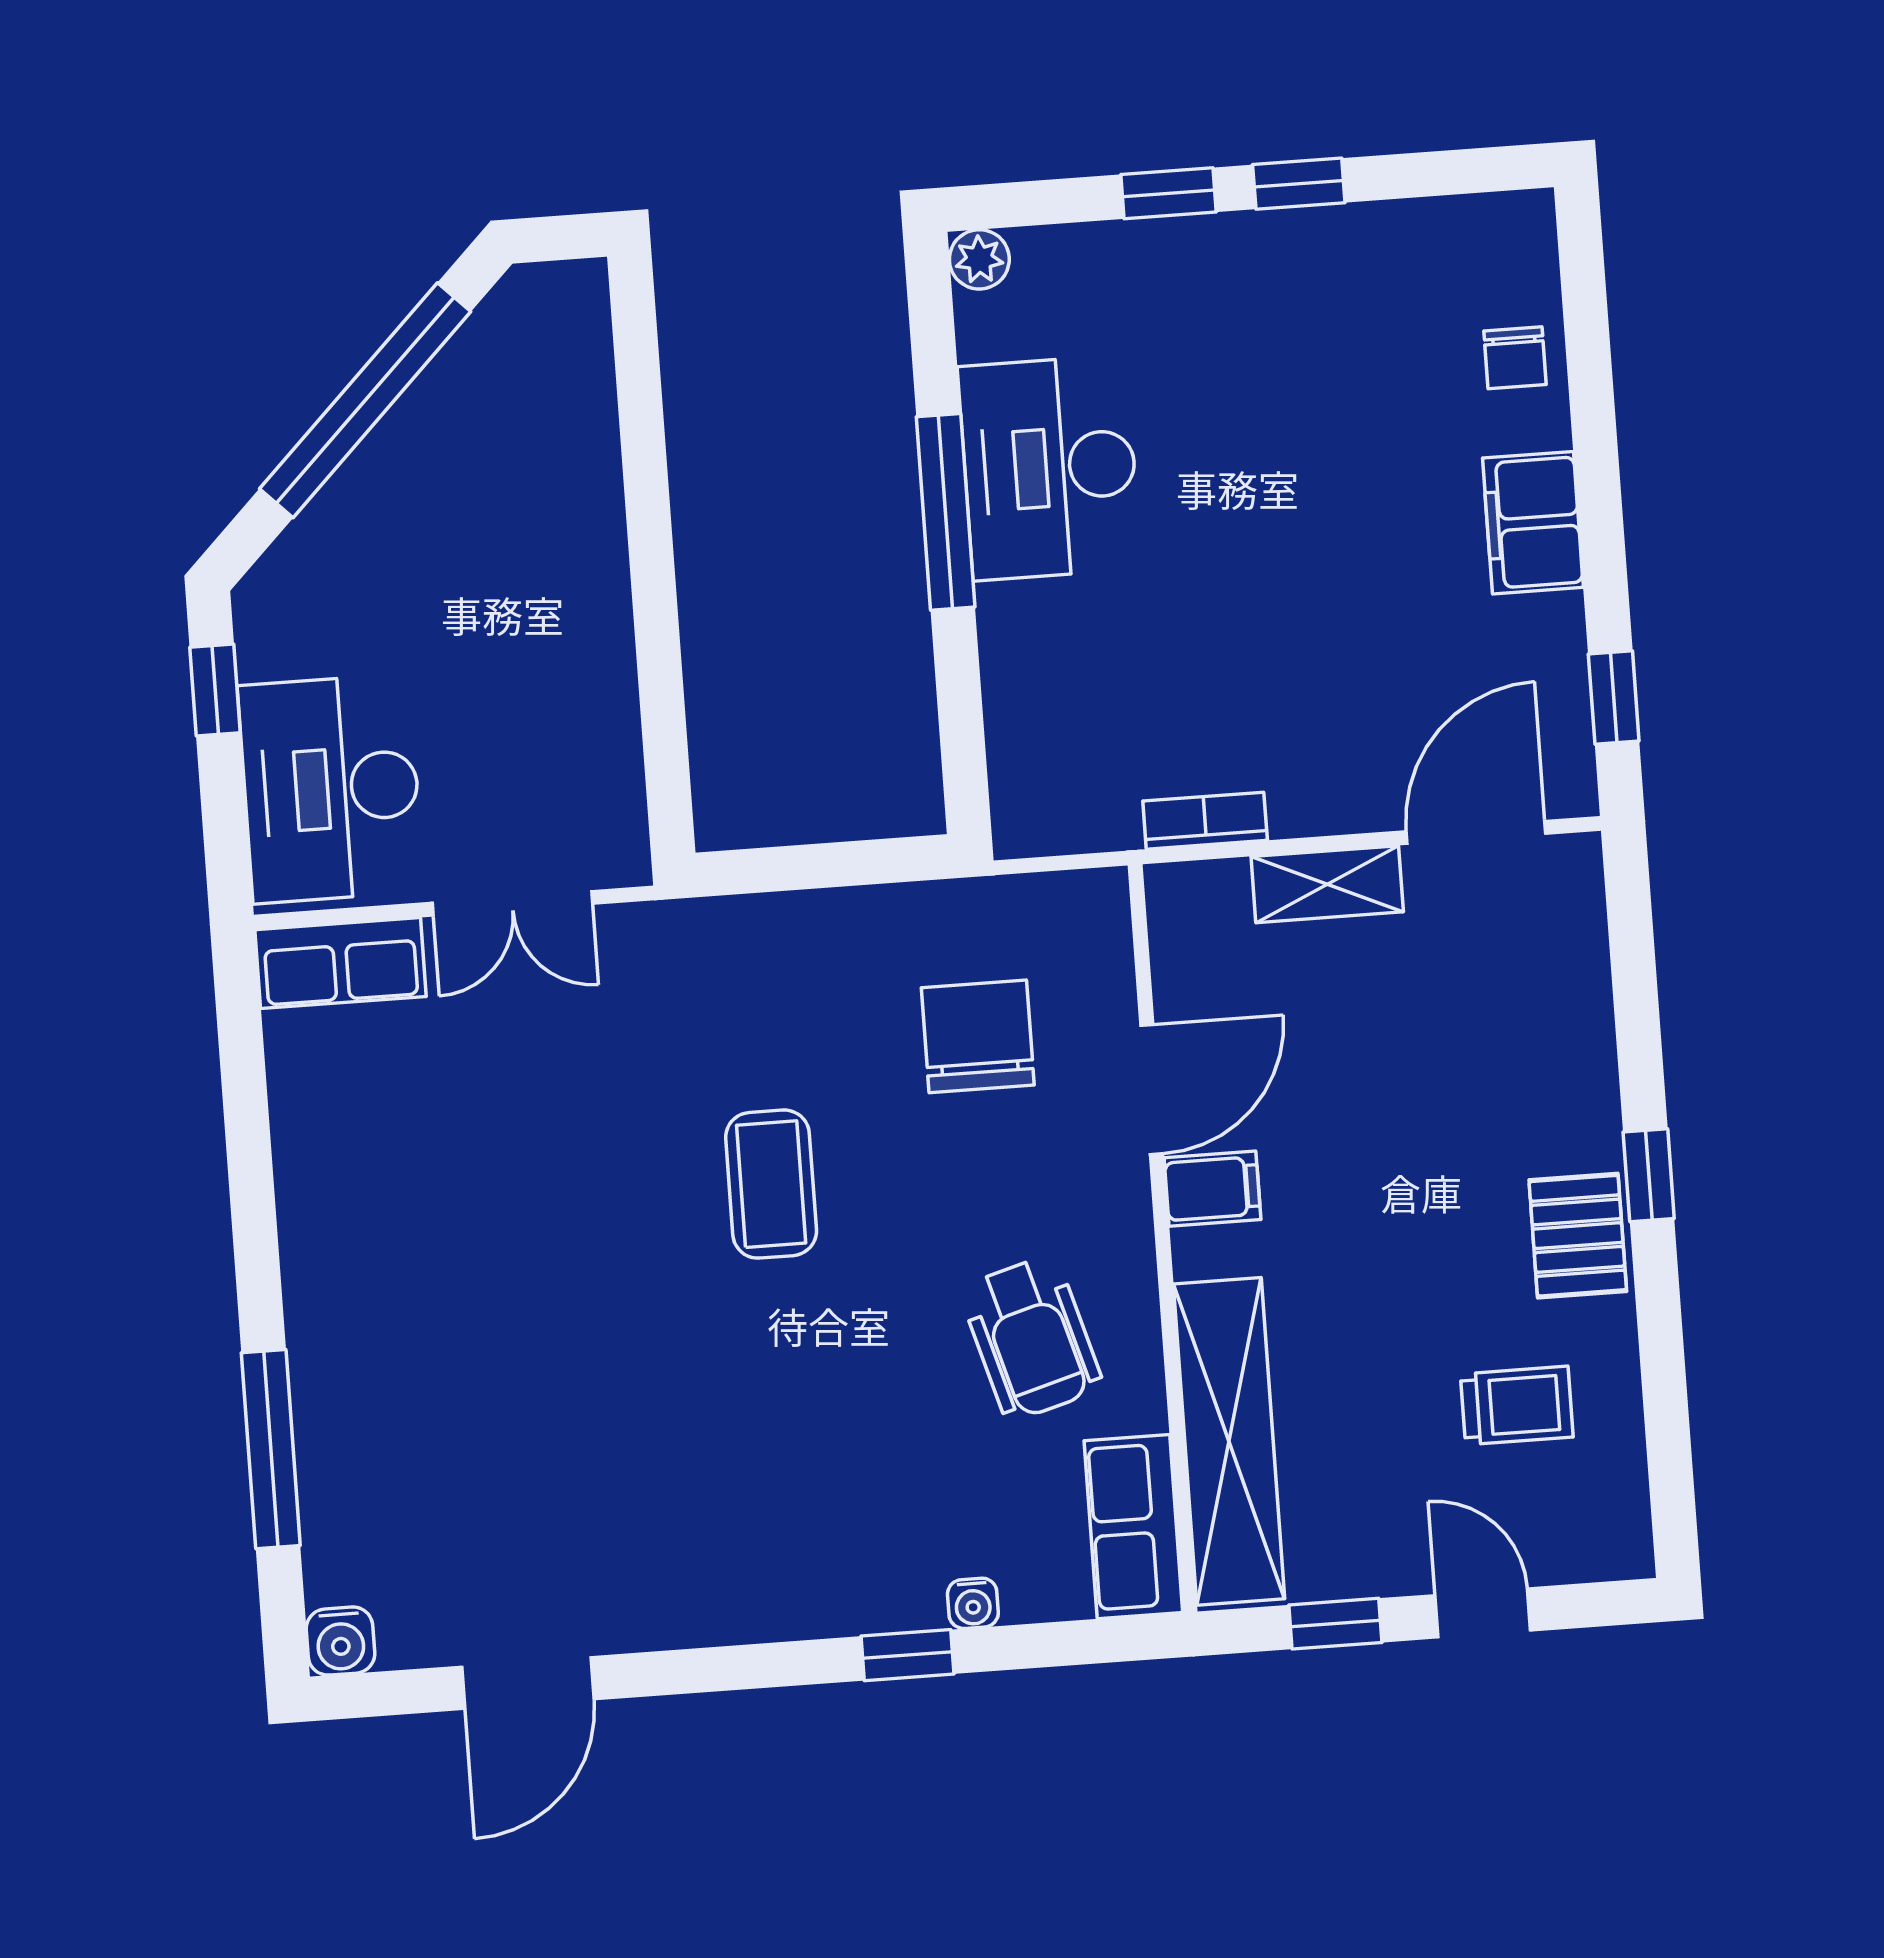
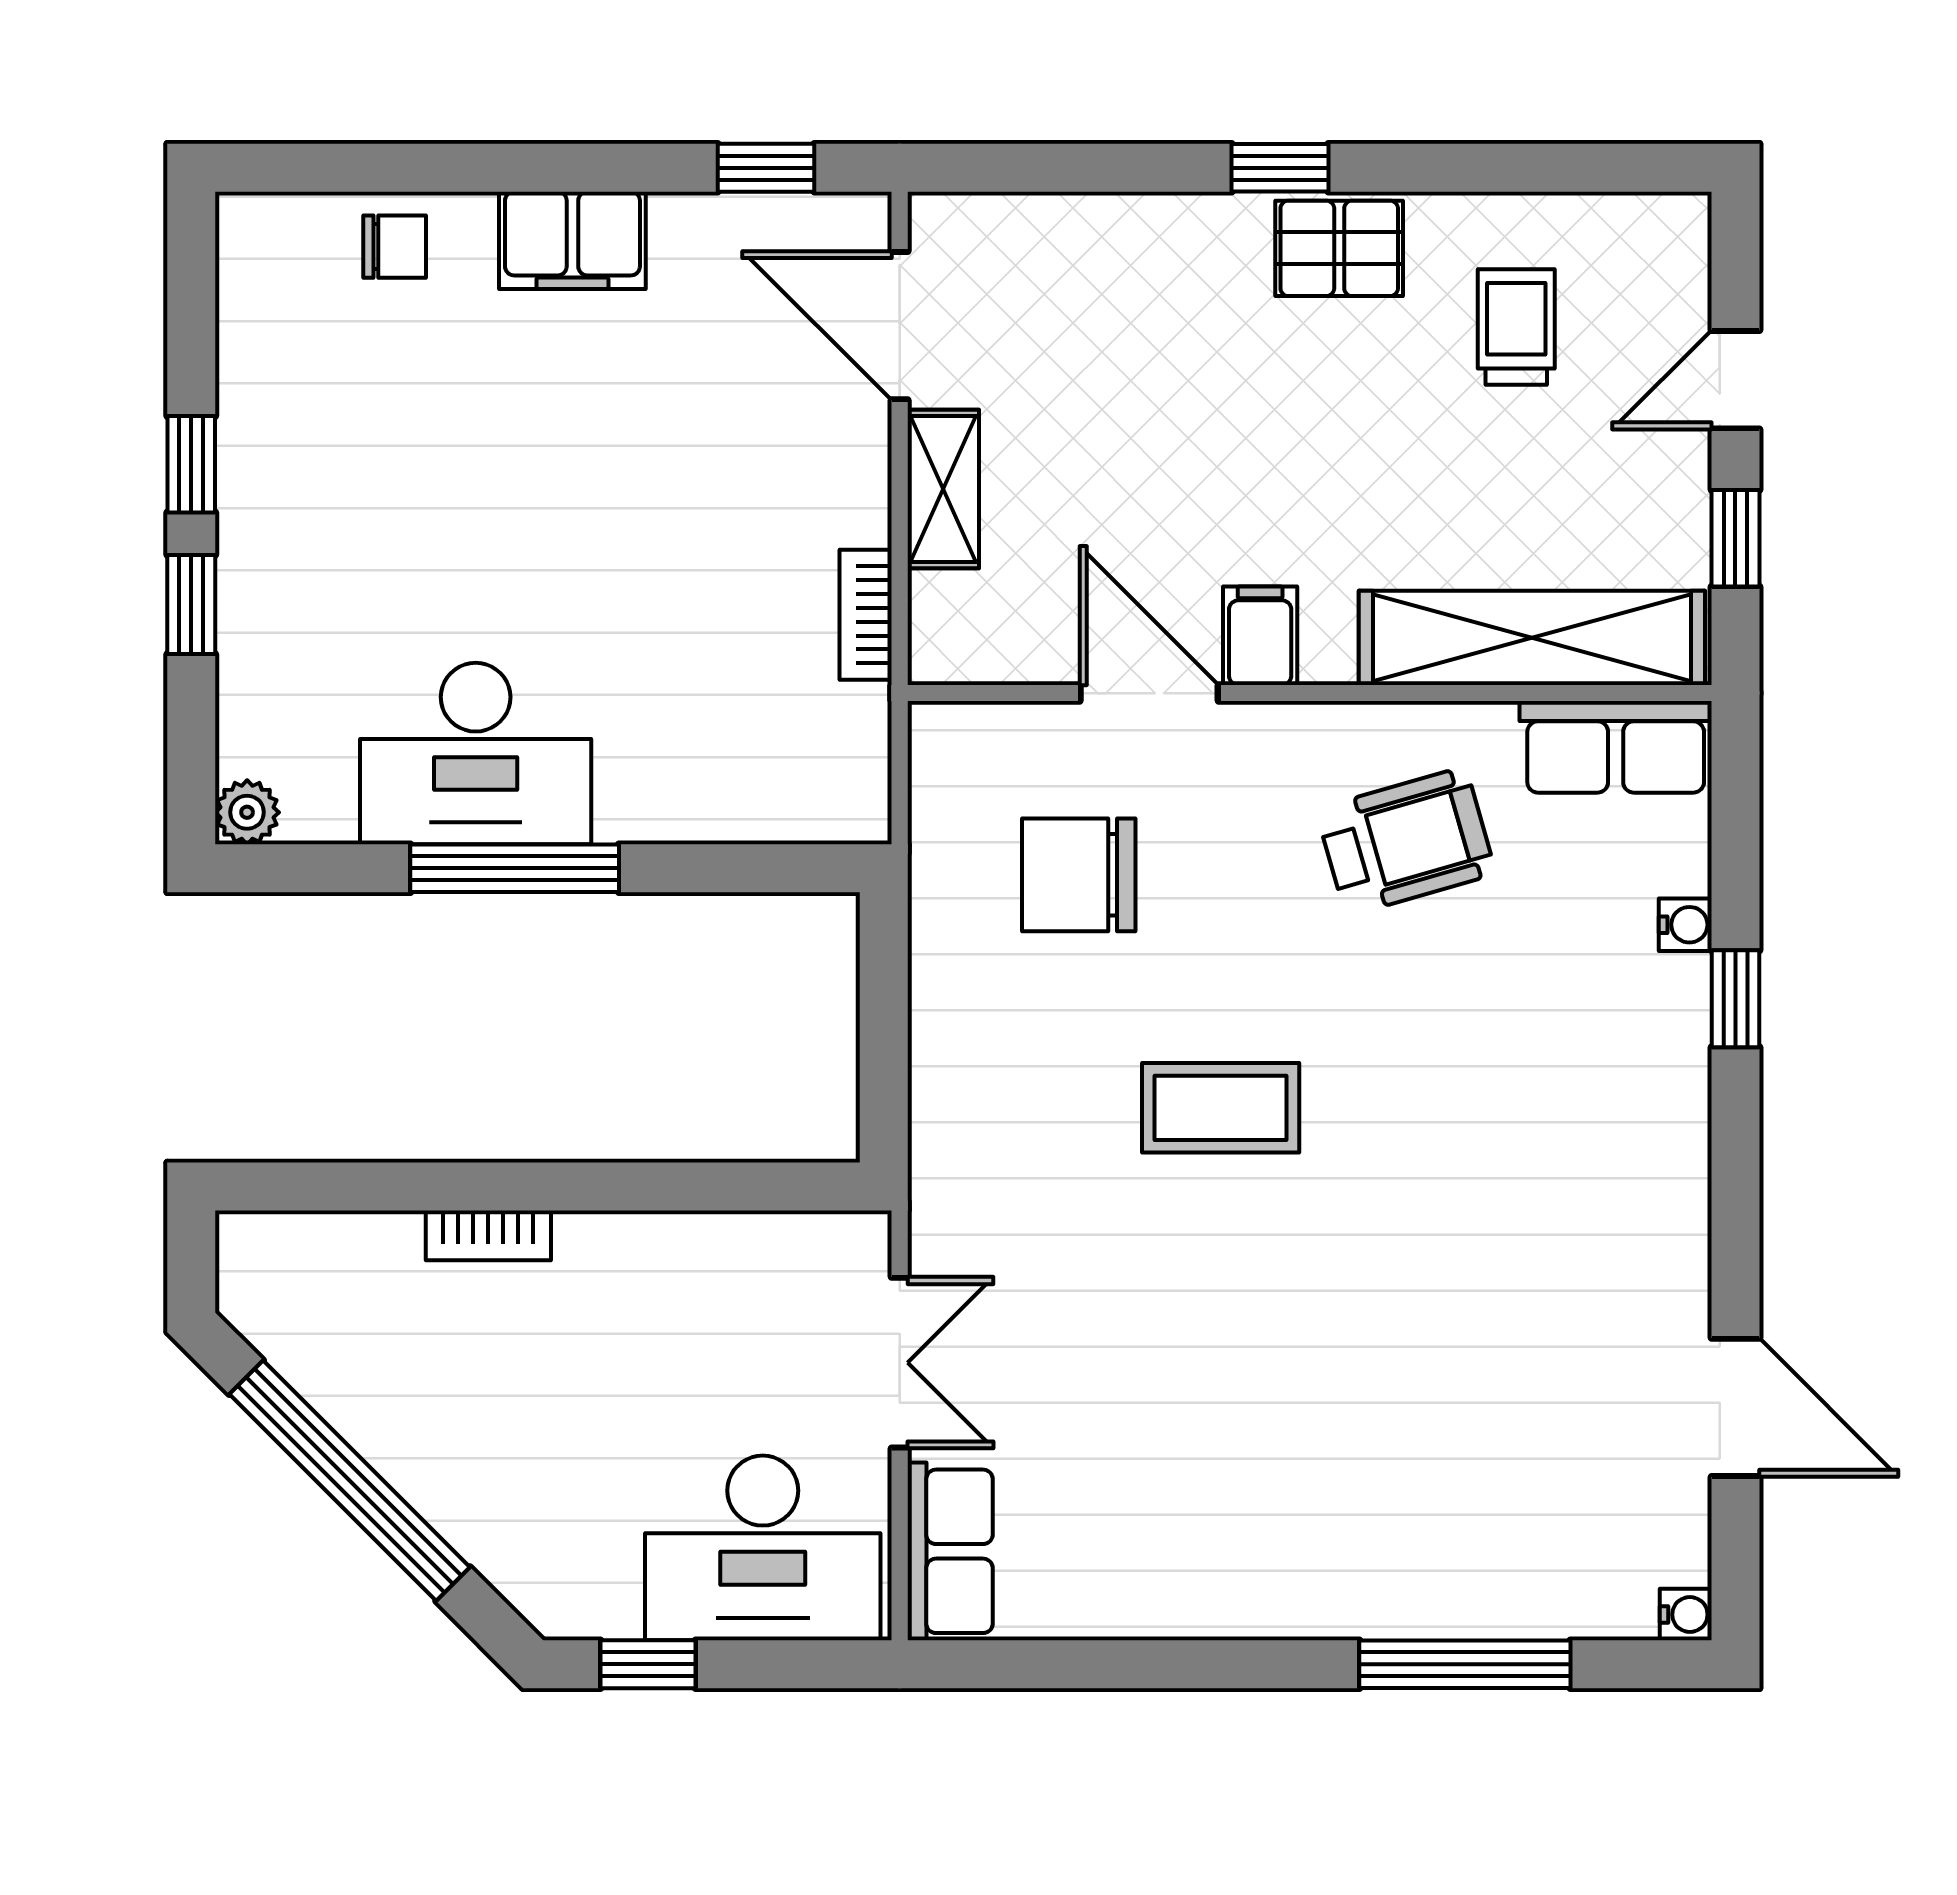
bookcase: (603, 512) -> (488, 1235), added
water cooler: (340, 1641) -> (1686, 1615), width x0.72, depth x0.72

